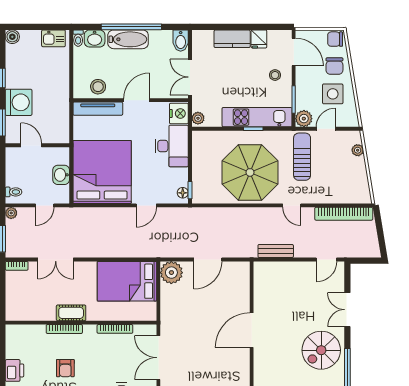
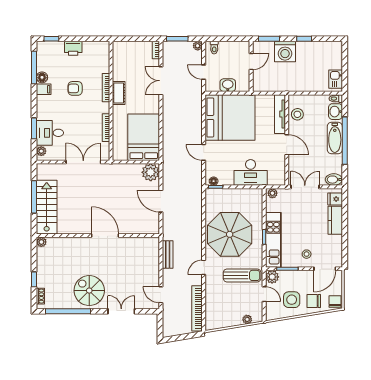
boiler: (12, 37) -> (337, 47), removed
fridge: (259, 39) -> (335, 199), moved
nightstand: (179, 113) -> (276, 178), removed

